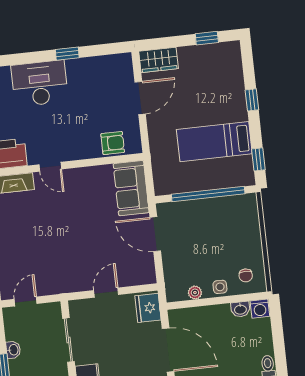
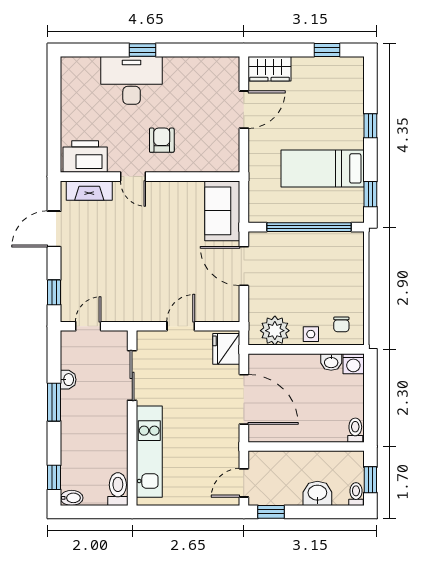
window: (67, 54) -> (143, 50), moved
armchair: (113, 143) -> (162, 140), moved, turned -90
plant: (195, 293) -> (275, 331), width x1.87, depth x1.87

